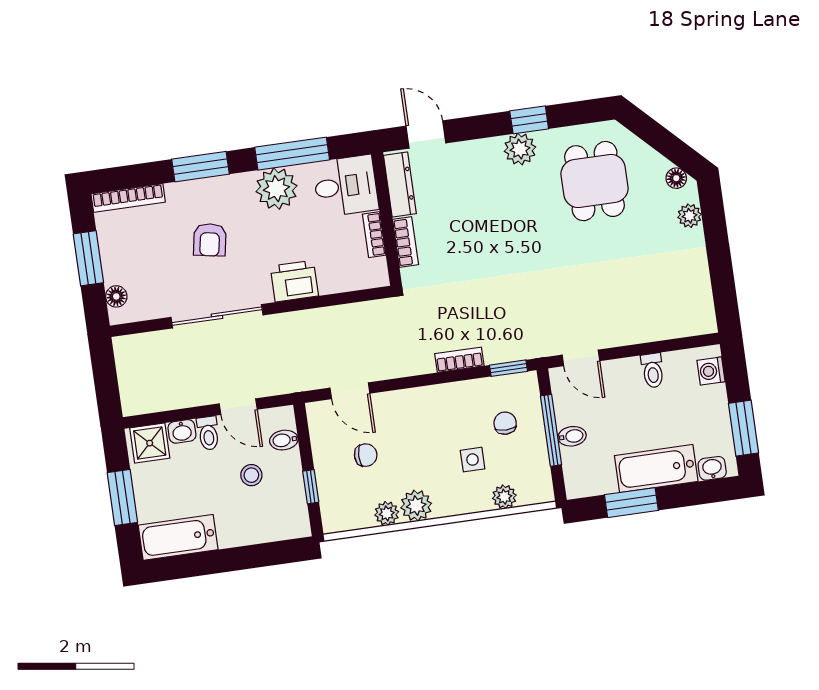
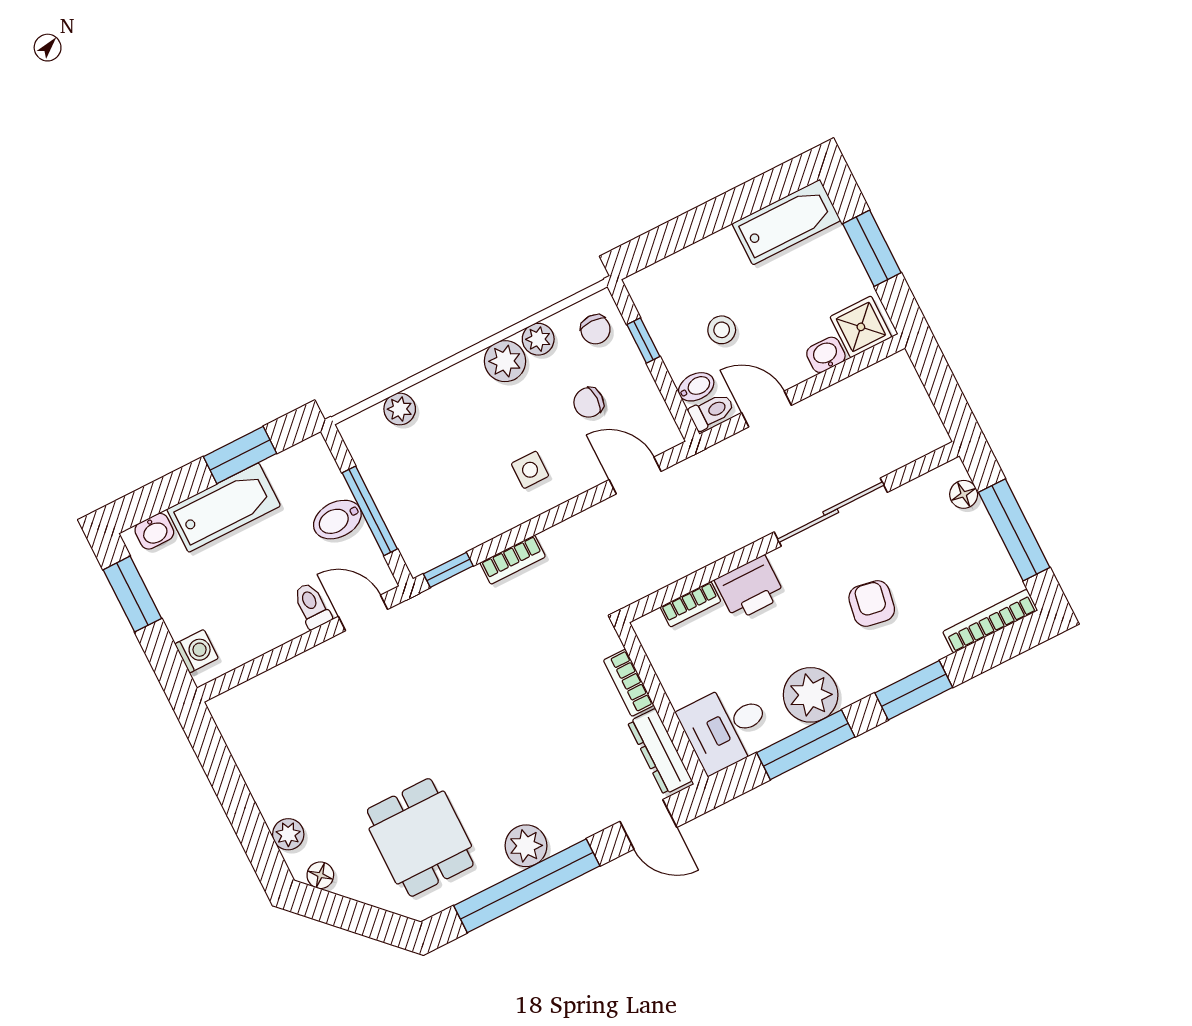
window: (529, 120) -> (527, 886), width x3.17
bookcase: (374, 235) -> (691, 604), moved, turned 90
window: (88, 258) -> (1014, 530), width x1.44
toilet: (653, 370) -> (312, 606), moved
chair: (505, 423) -> (595, 329), moved
toilet: (208, 433) -> (712, 411), moved, turned 90
bidet: (572, 436) -> (337, 520), width x1.38, depth x1.36
side table: (473, 460) -> (530, 470), moved

